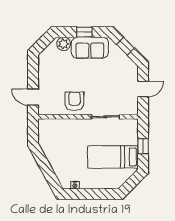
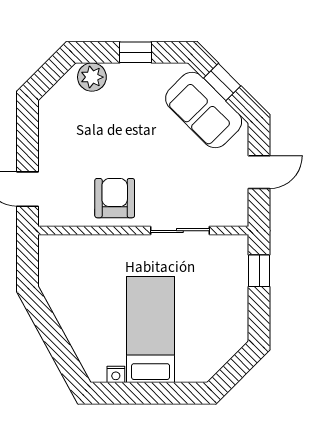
sofa: (90, 48) -> (204, 110), moved, turned 45
window: (143, 146) -> (259, 271), moved
bed: (113, 157) -> (151, 330), moved, turned 90

